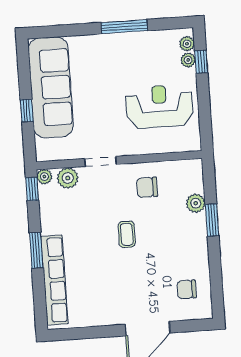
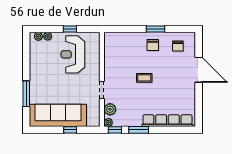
window: (124, 27) -> (26, 94), moved
window: (201, 62) -> (70, 29), moved
chair: (147, 187) -> (153, 45), moved
plant: (196, 203) -> (129, 38), removed
window: (212, 220) -> (155, 29), moved
window: (36, 250) -> (139, 130), moved

